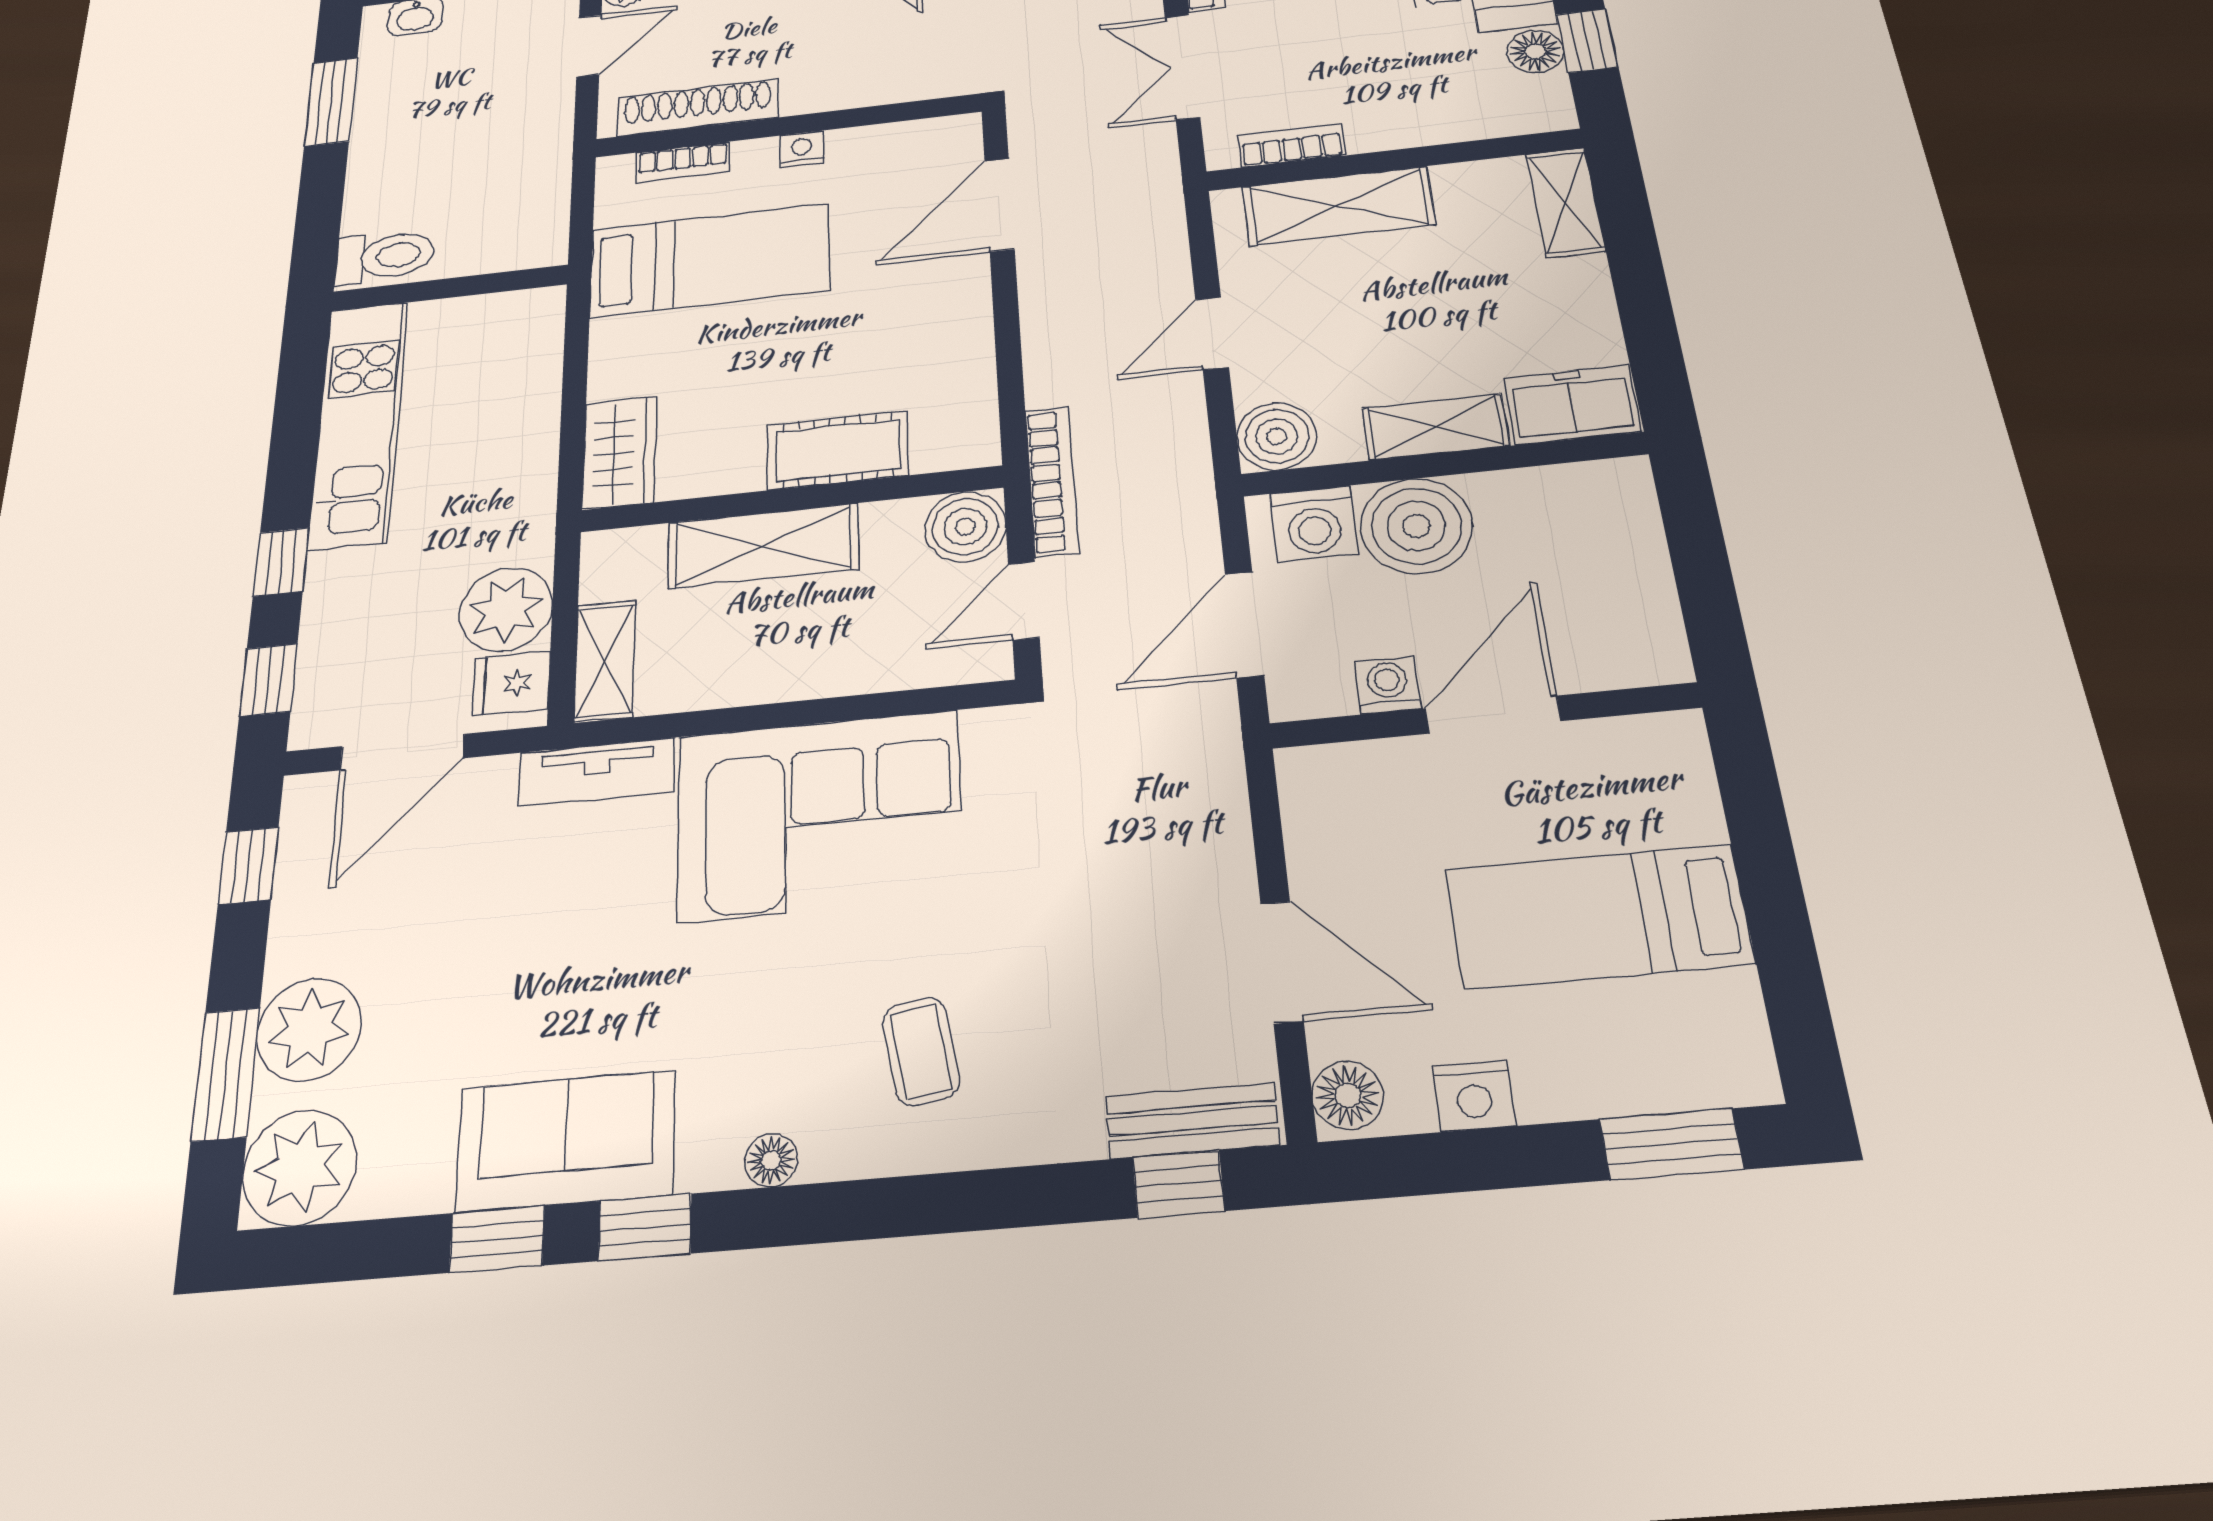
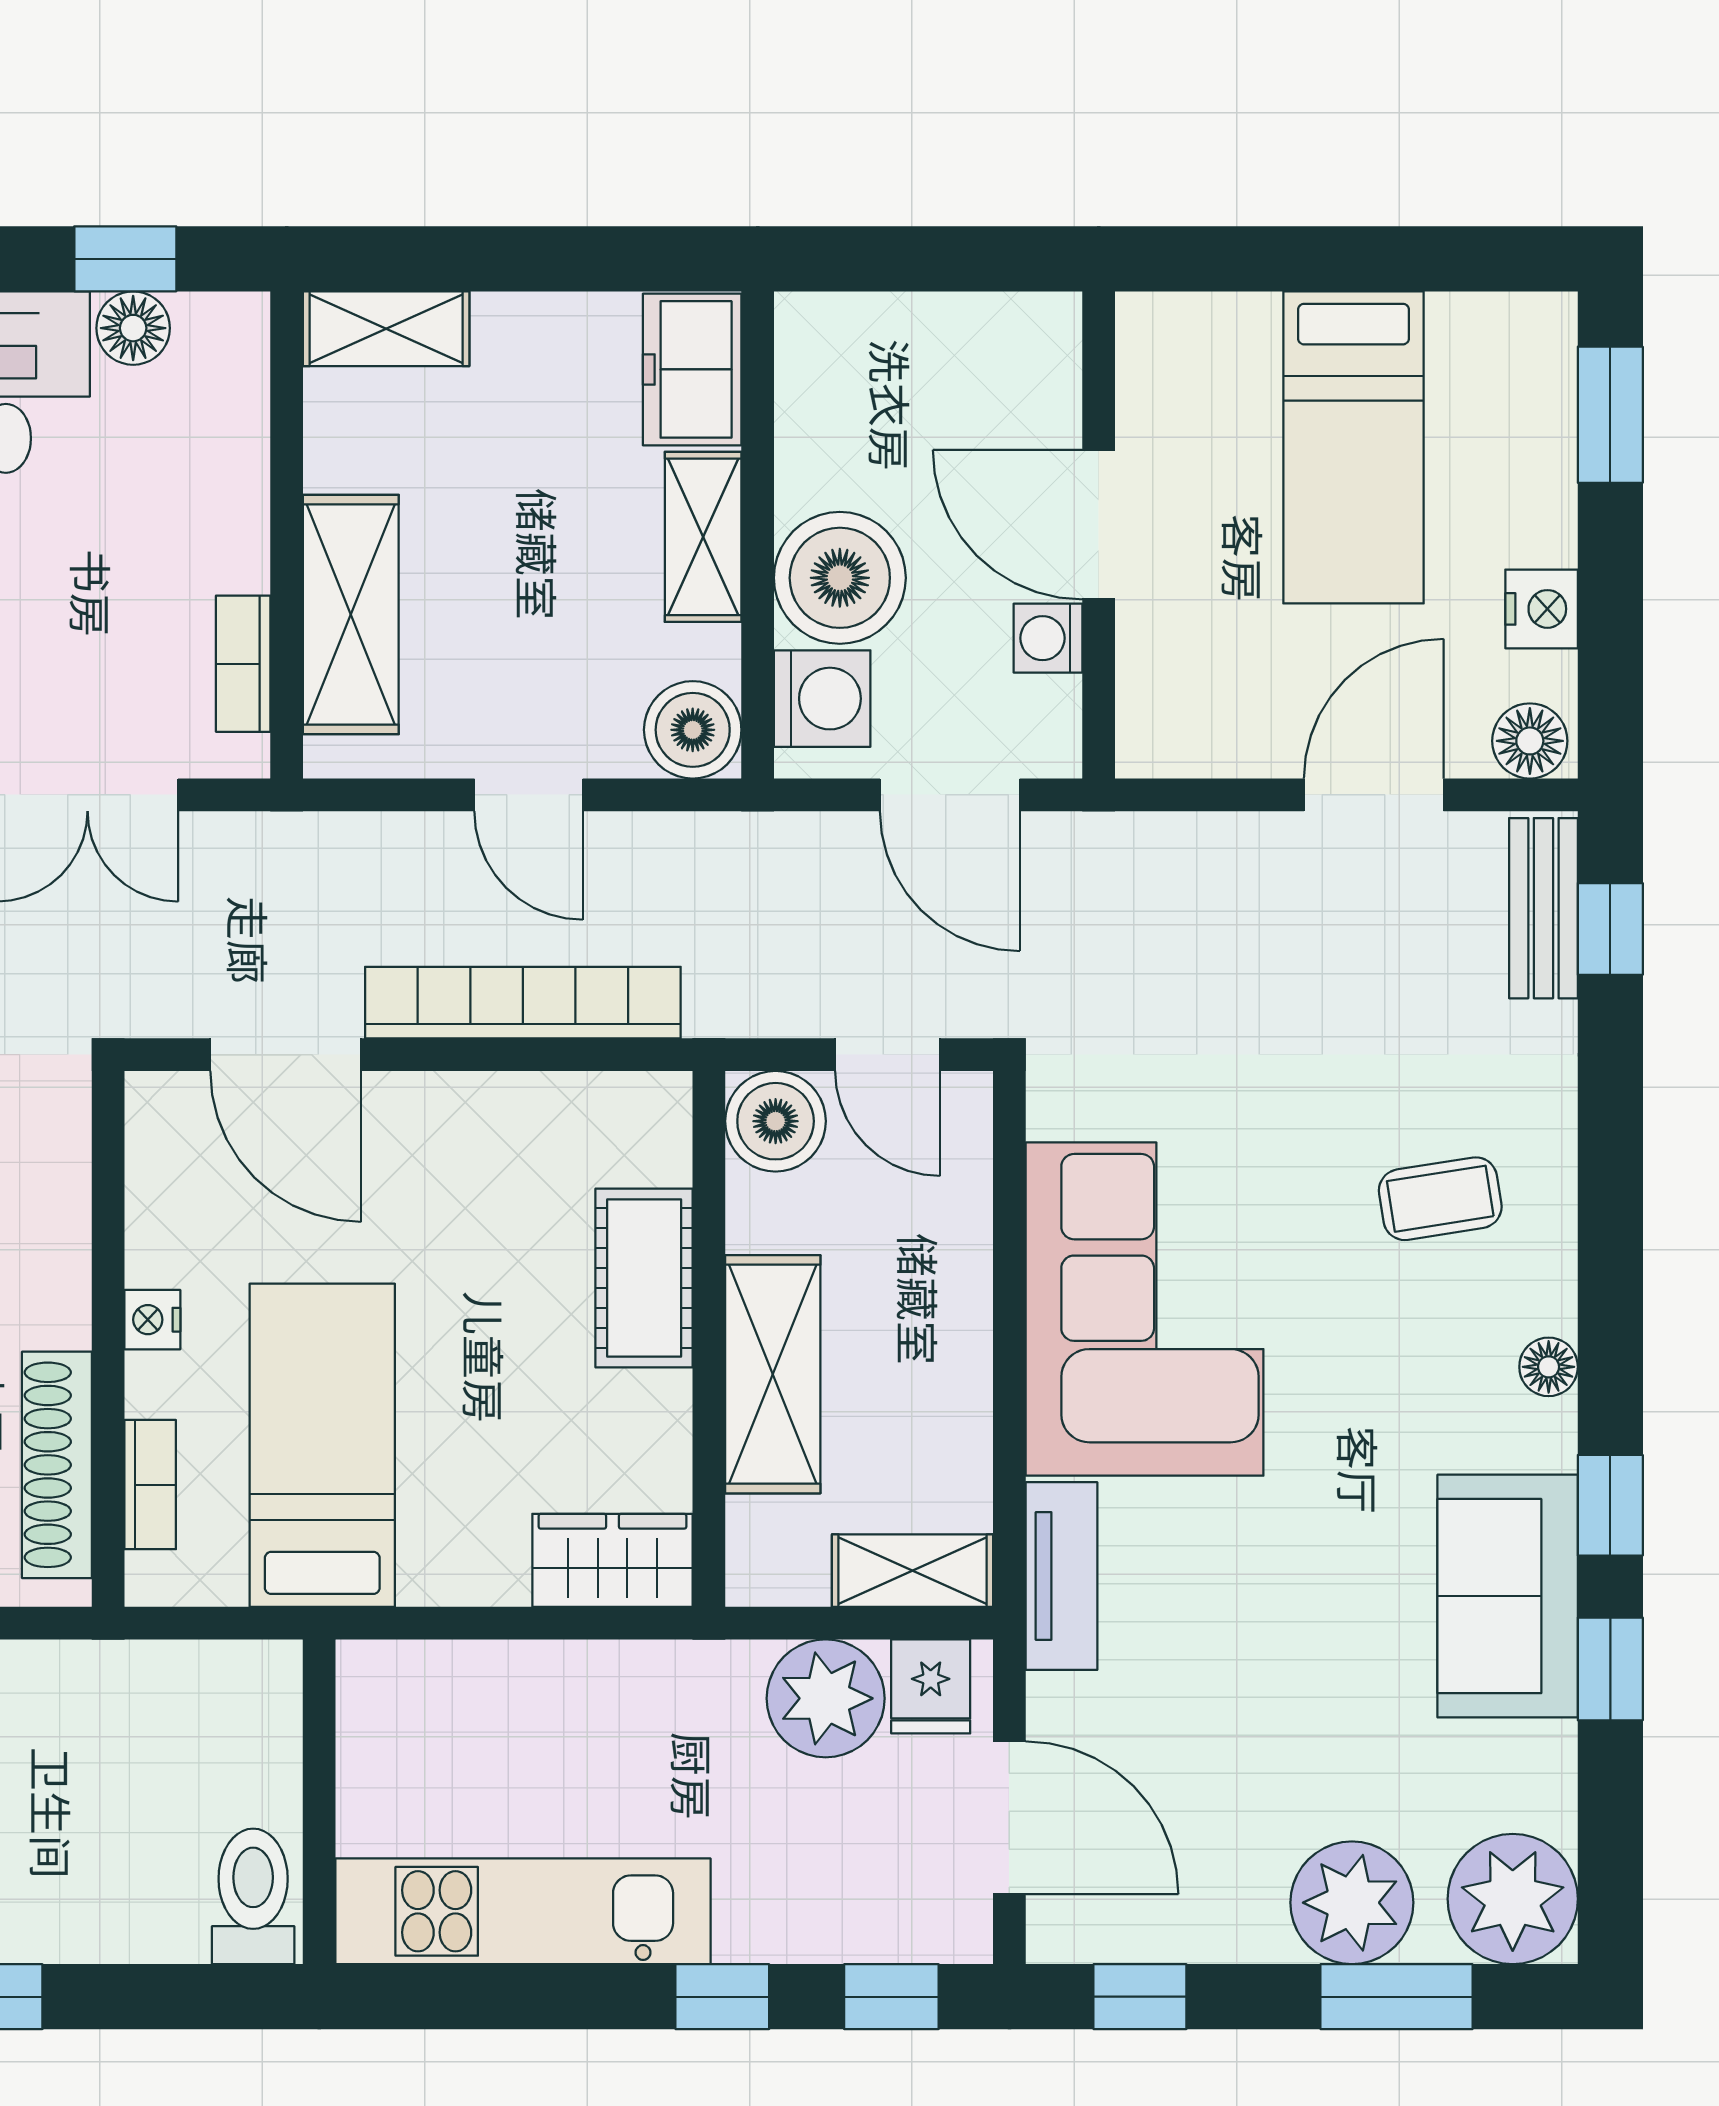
bookcase: (1052, 481) -> (523, 1003), moved, width x1.48, depth x1.31

